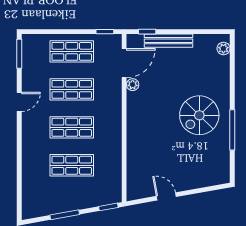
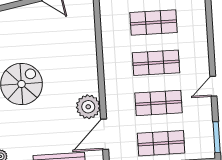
plant: (133, 85) -> (88, 107), width x1.88, depth x1.88

